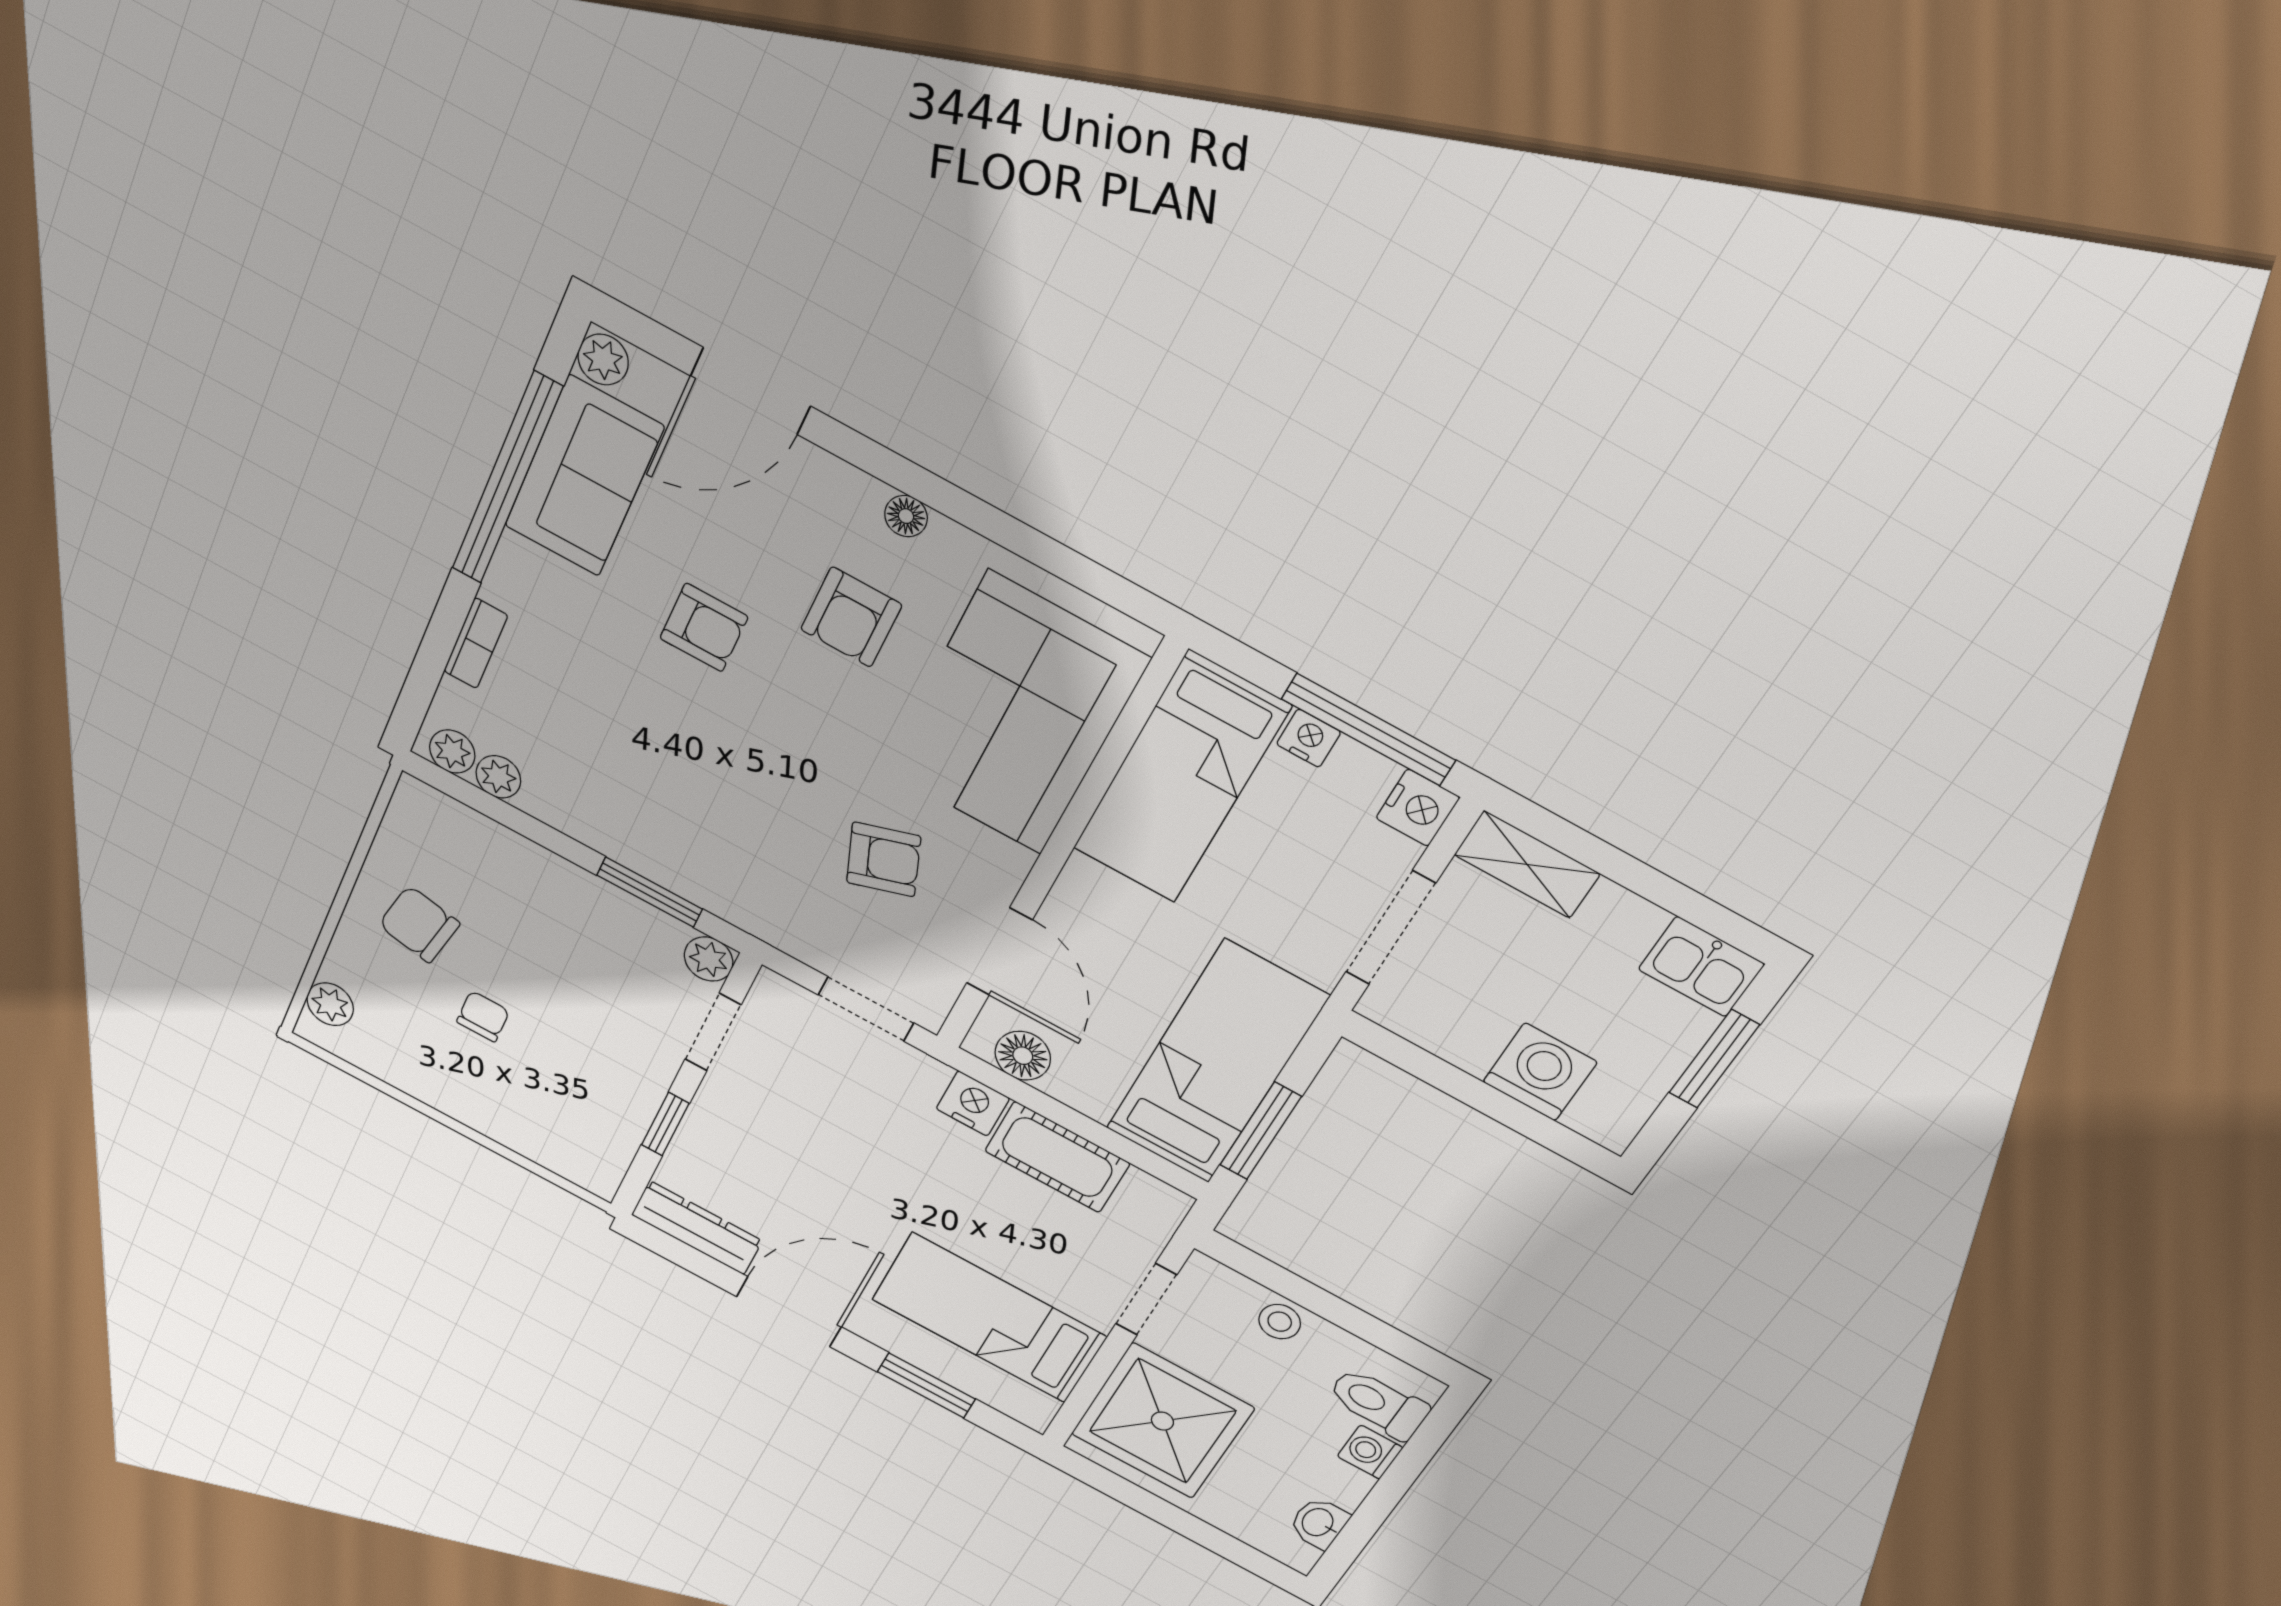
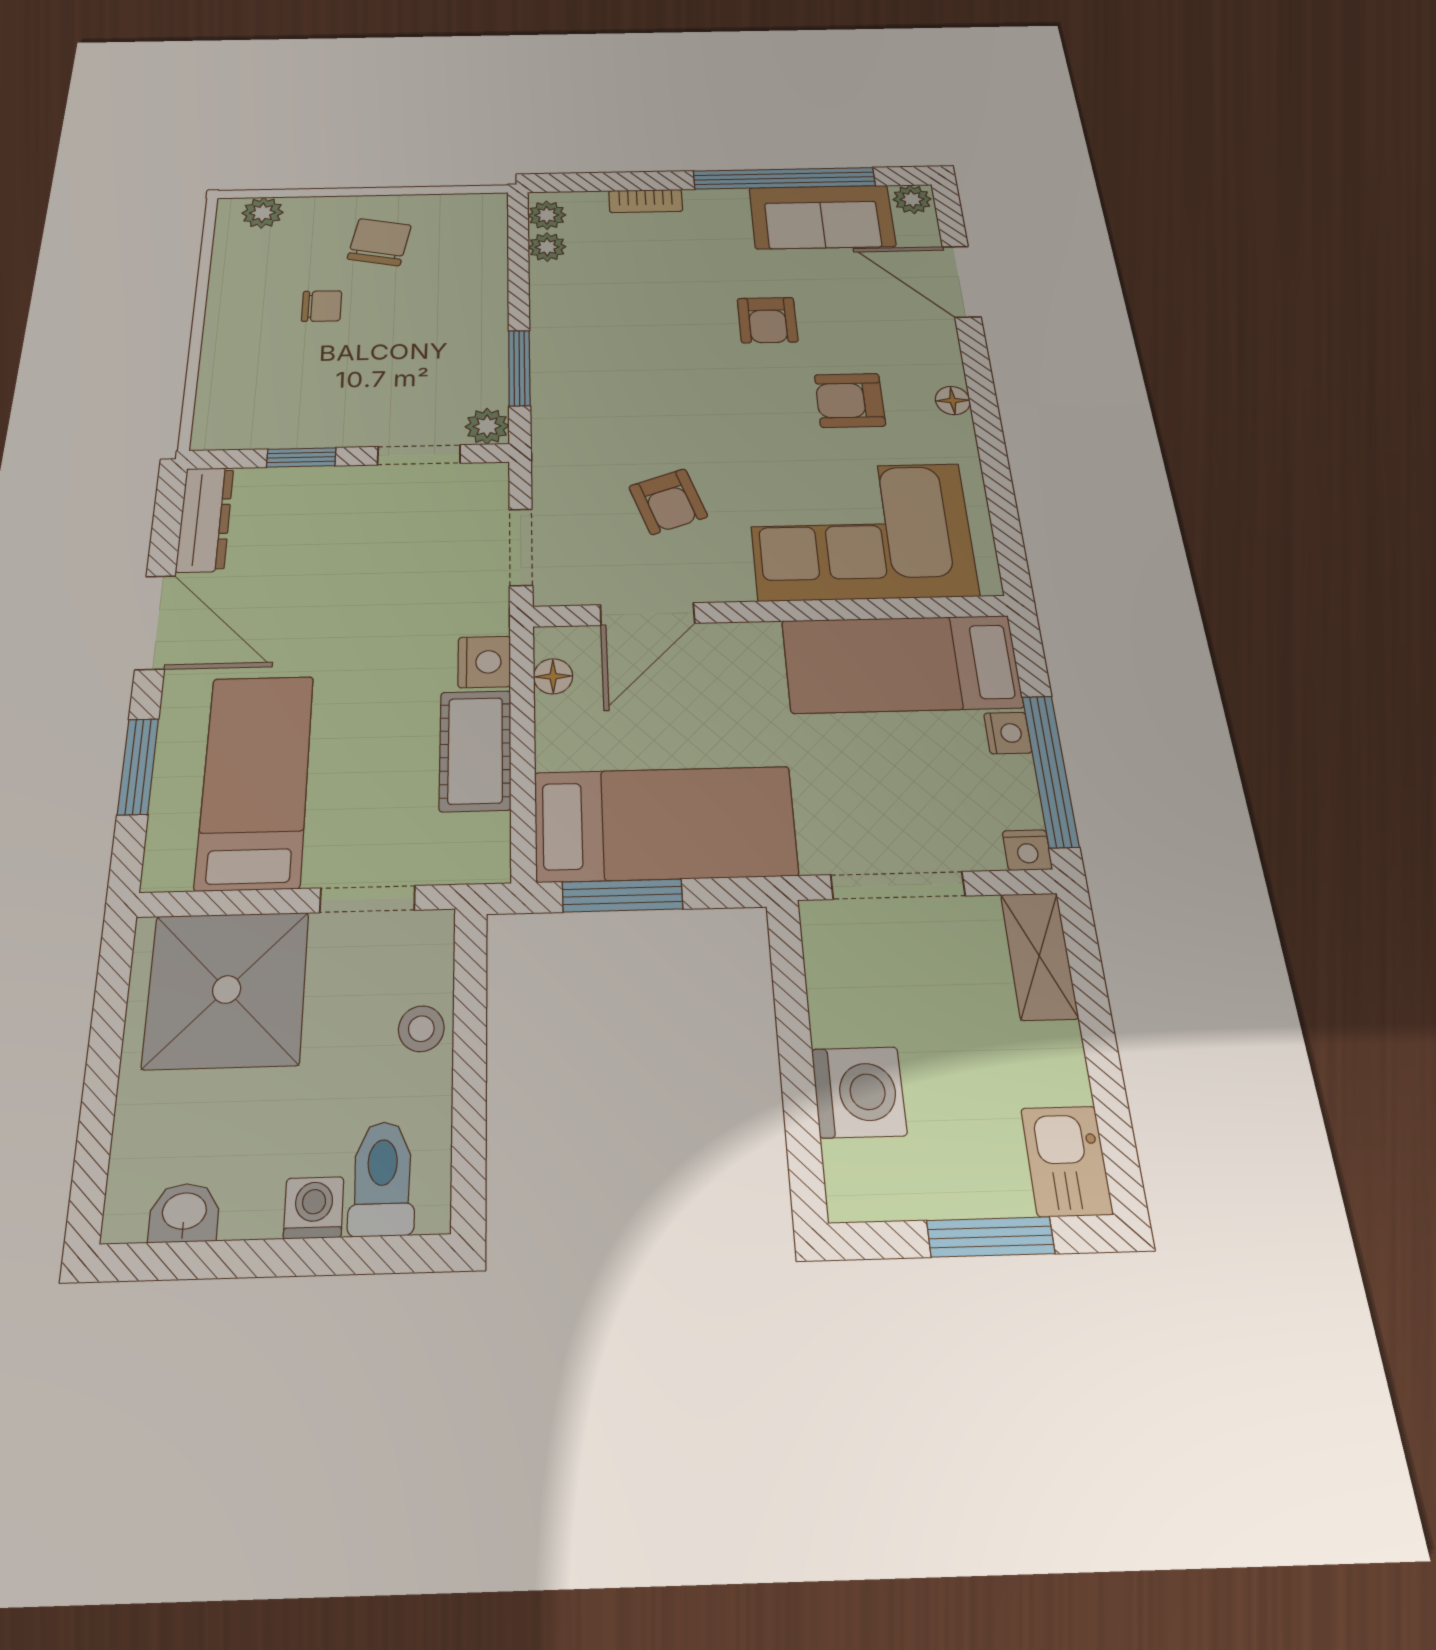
nightstand: (1418, 808) -> (1027, 850), width x0.72, depth x0.74
floor lamp: (1023, 1056) -> (553, 676), width x0.73, depth x0.73

